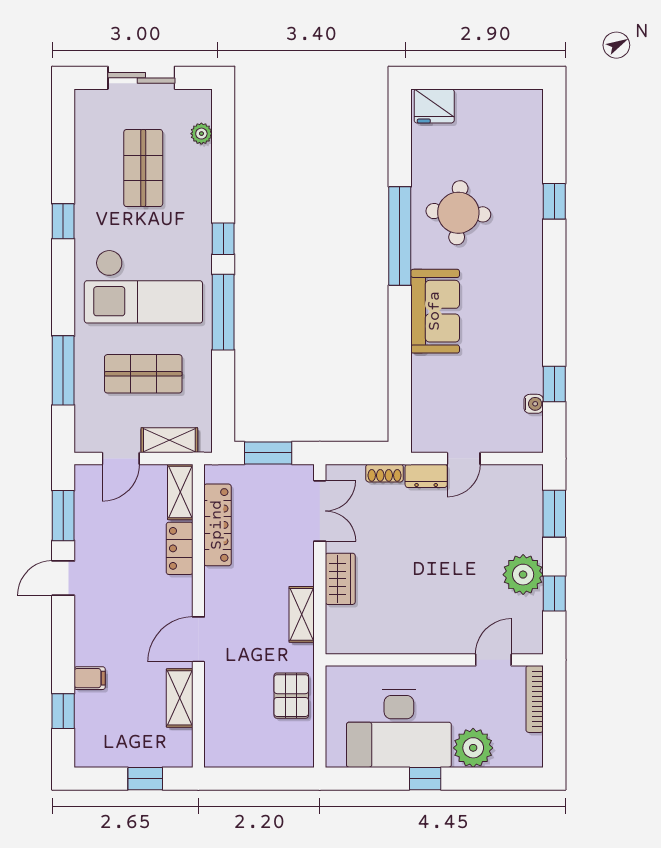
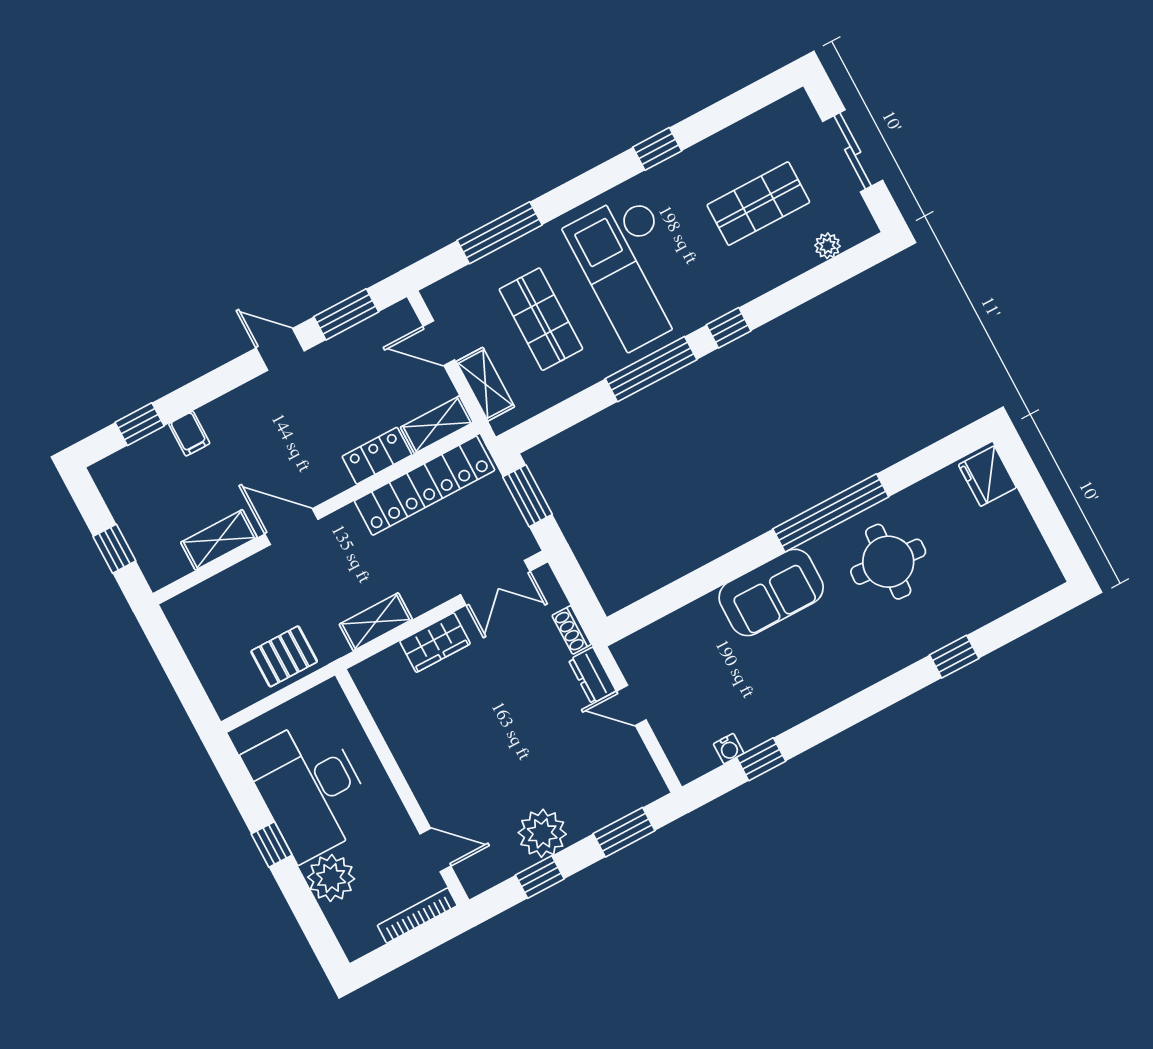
locker: (217, 525) -> (425, 486), width x1.41, depth x1.21

